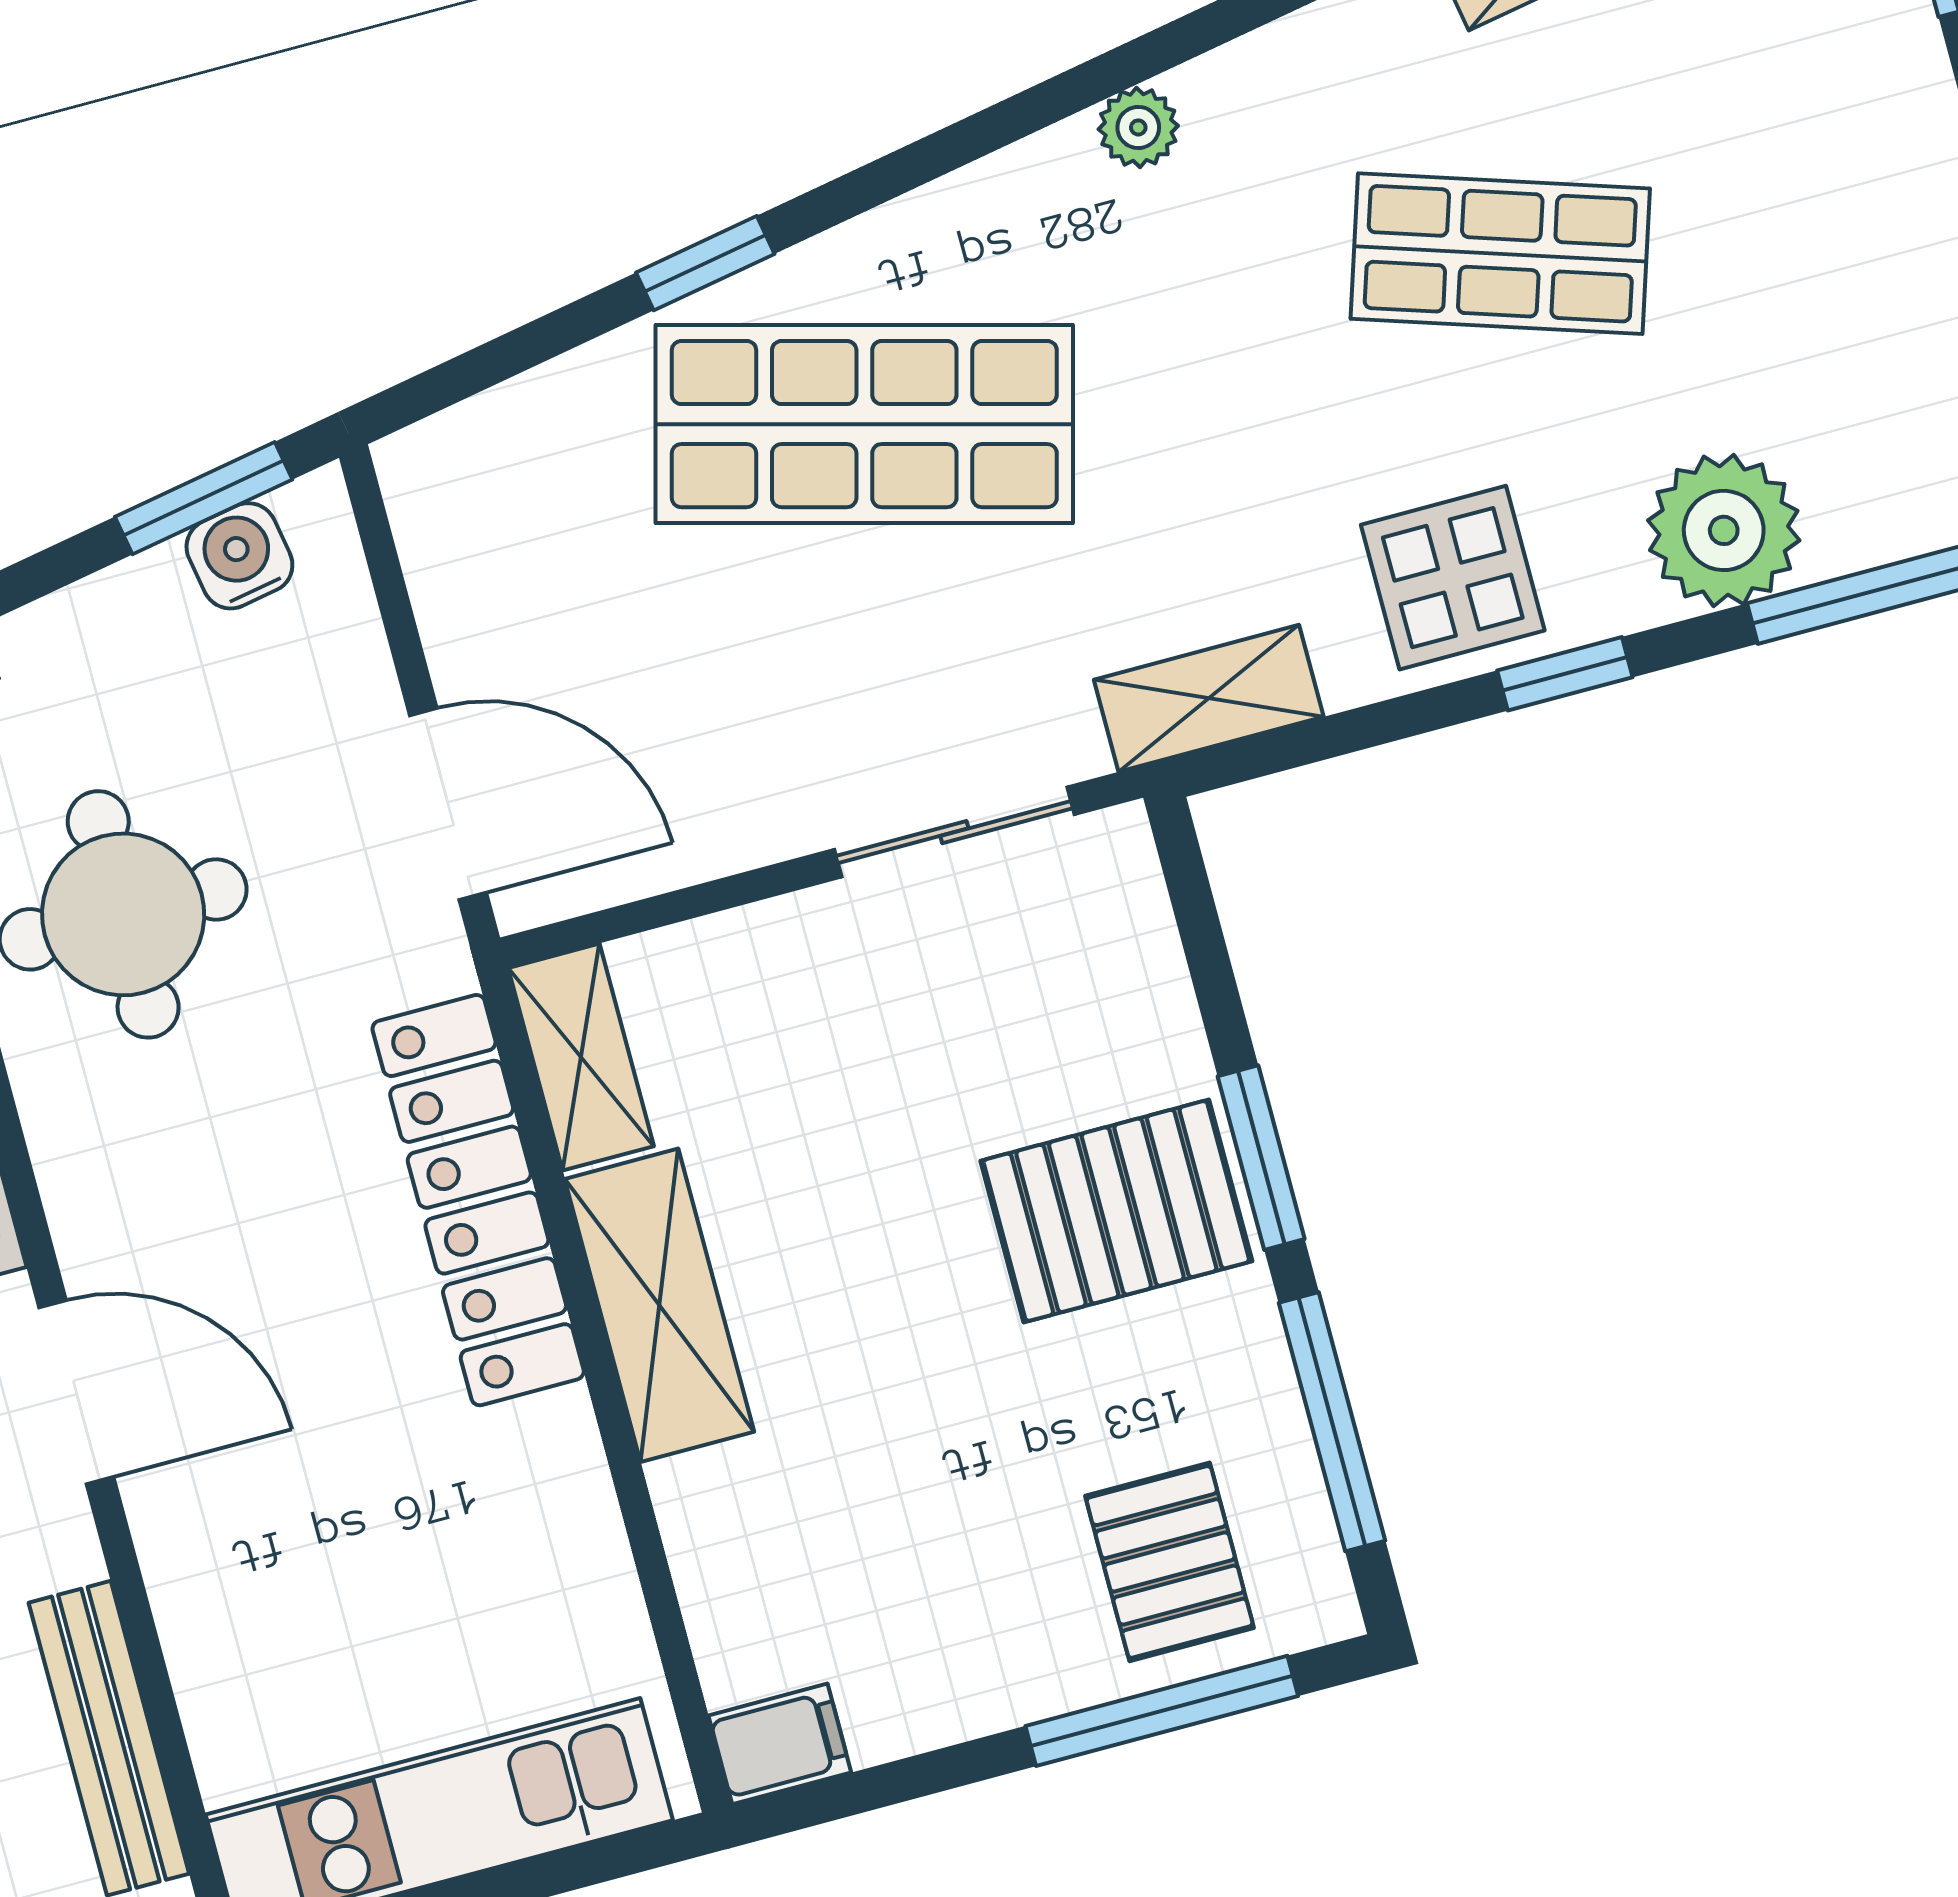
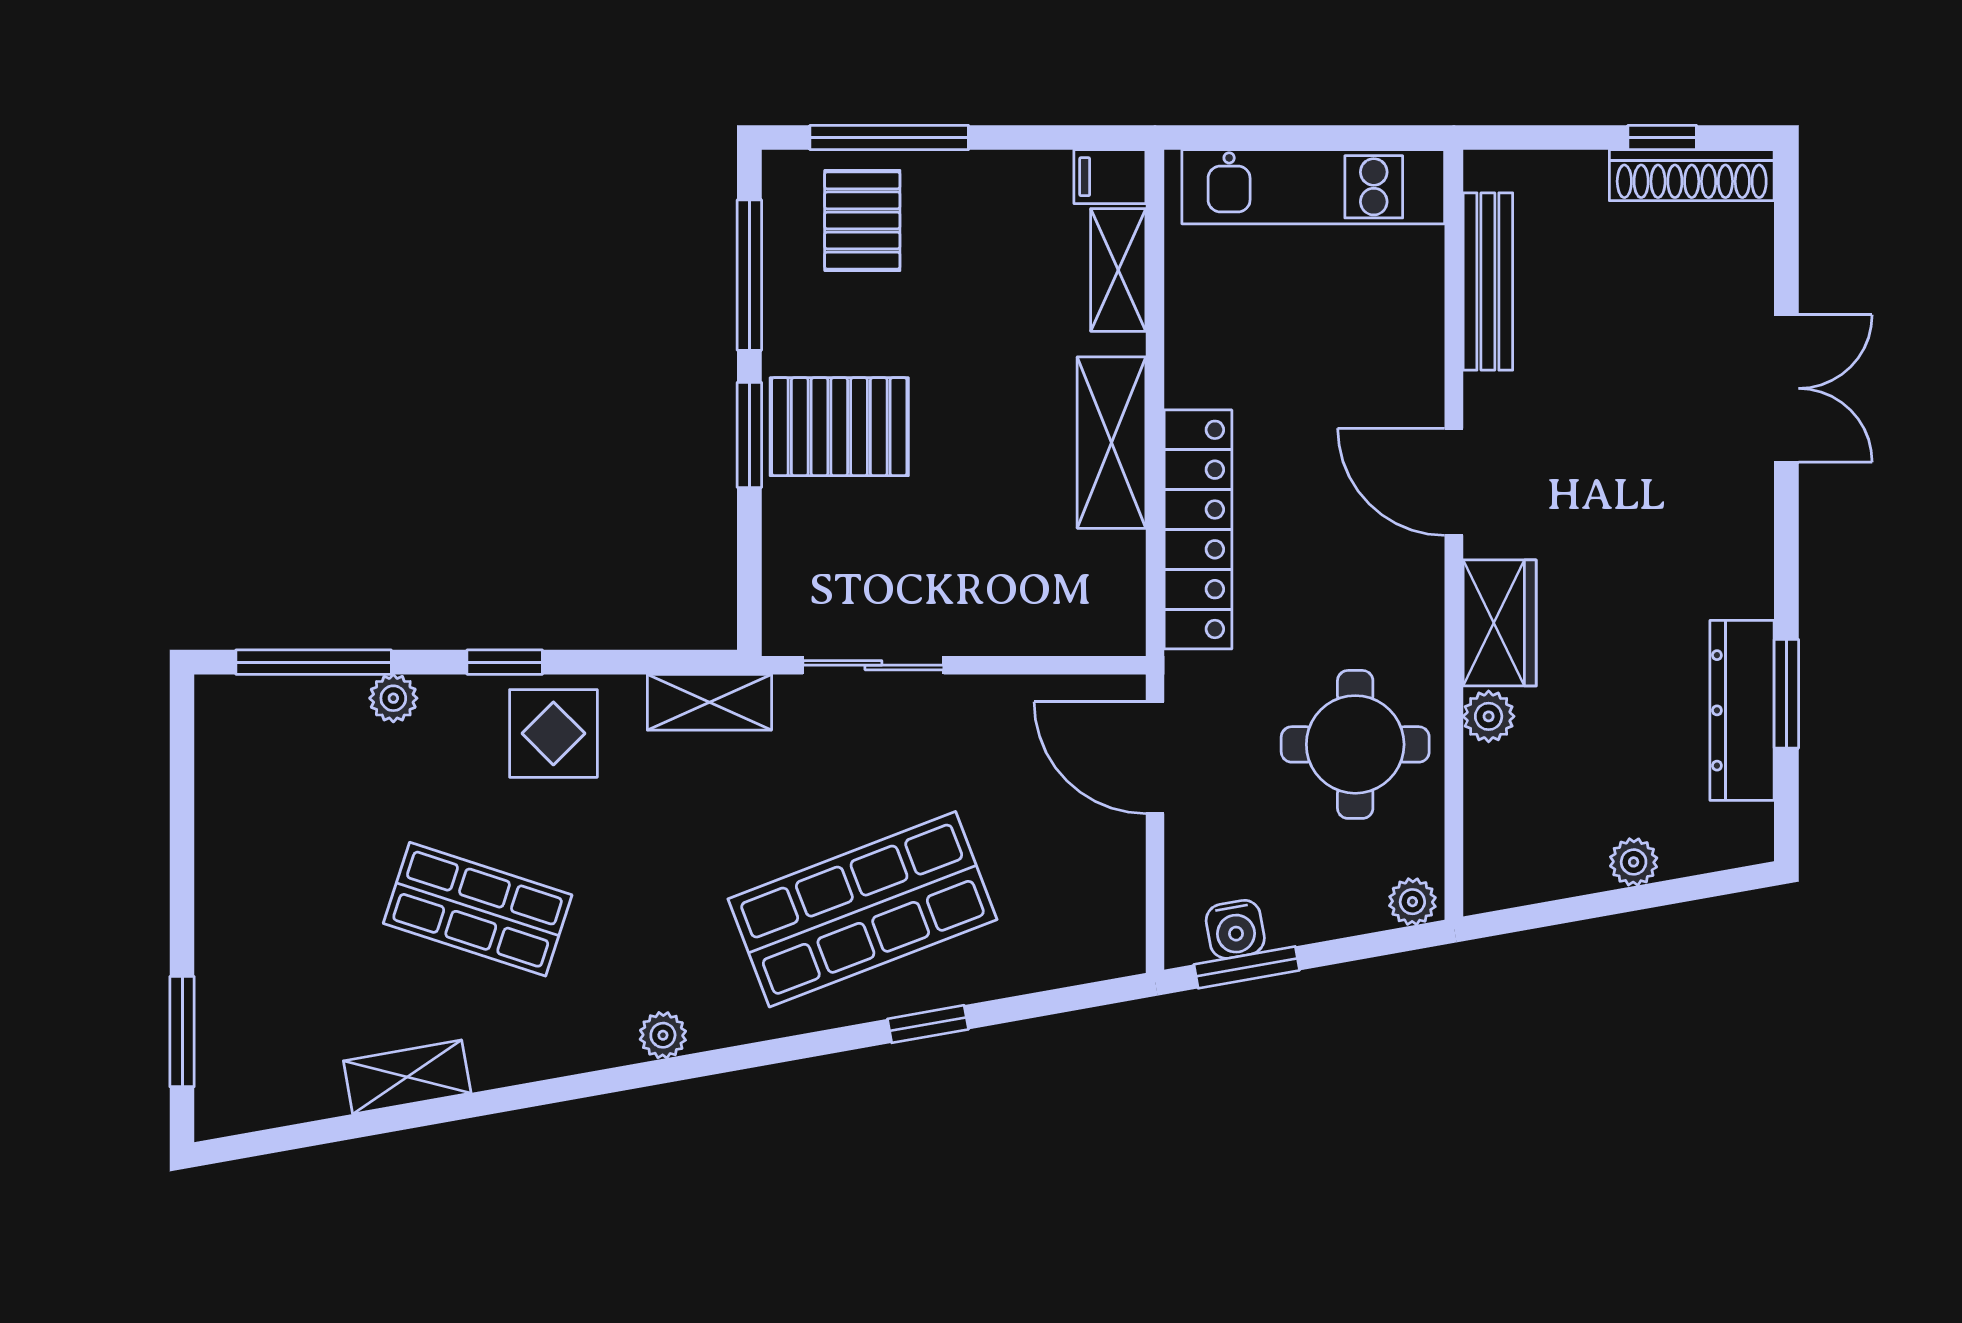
shop shelf: (864, 424) -> (862, 909), turned -36
plant: (1724, 530) -> (393, 698), width x0.53, depth x0.53
shelving: (581, 1057) -> (1118, 270), moved

